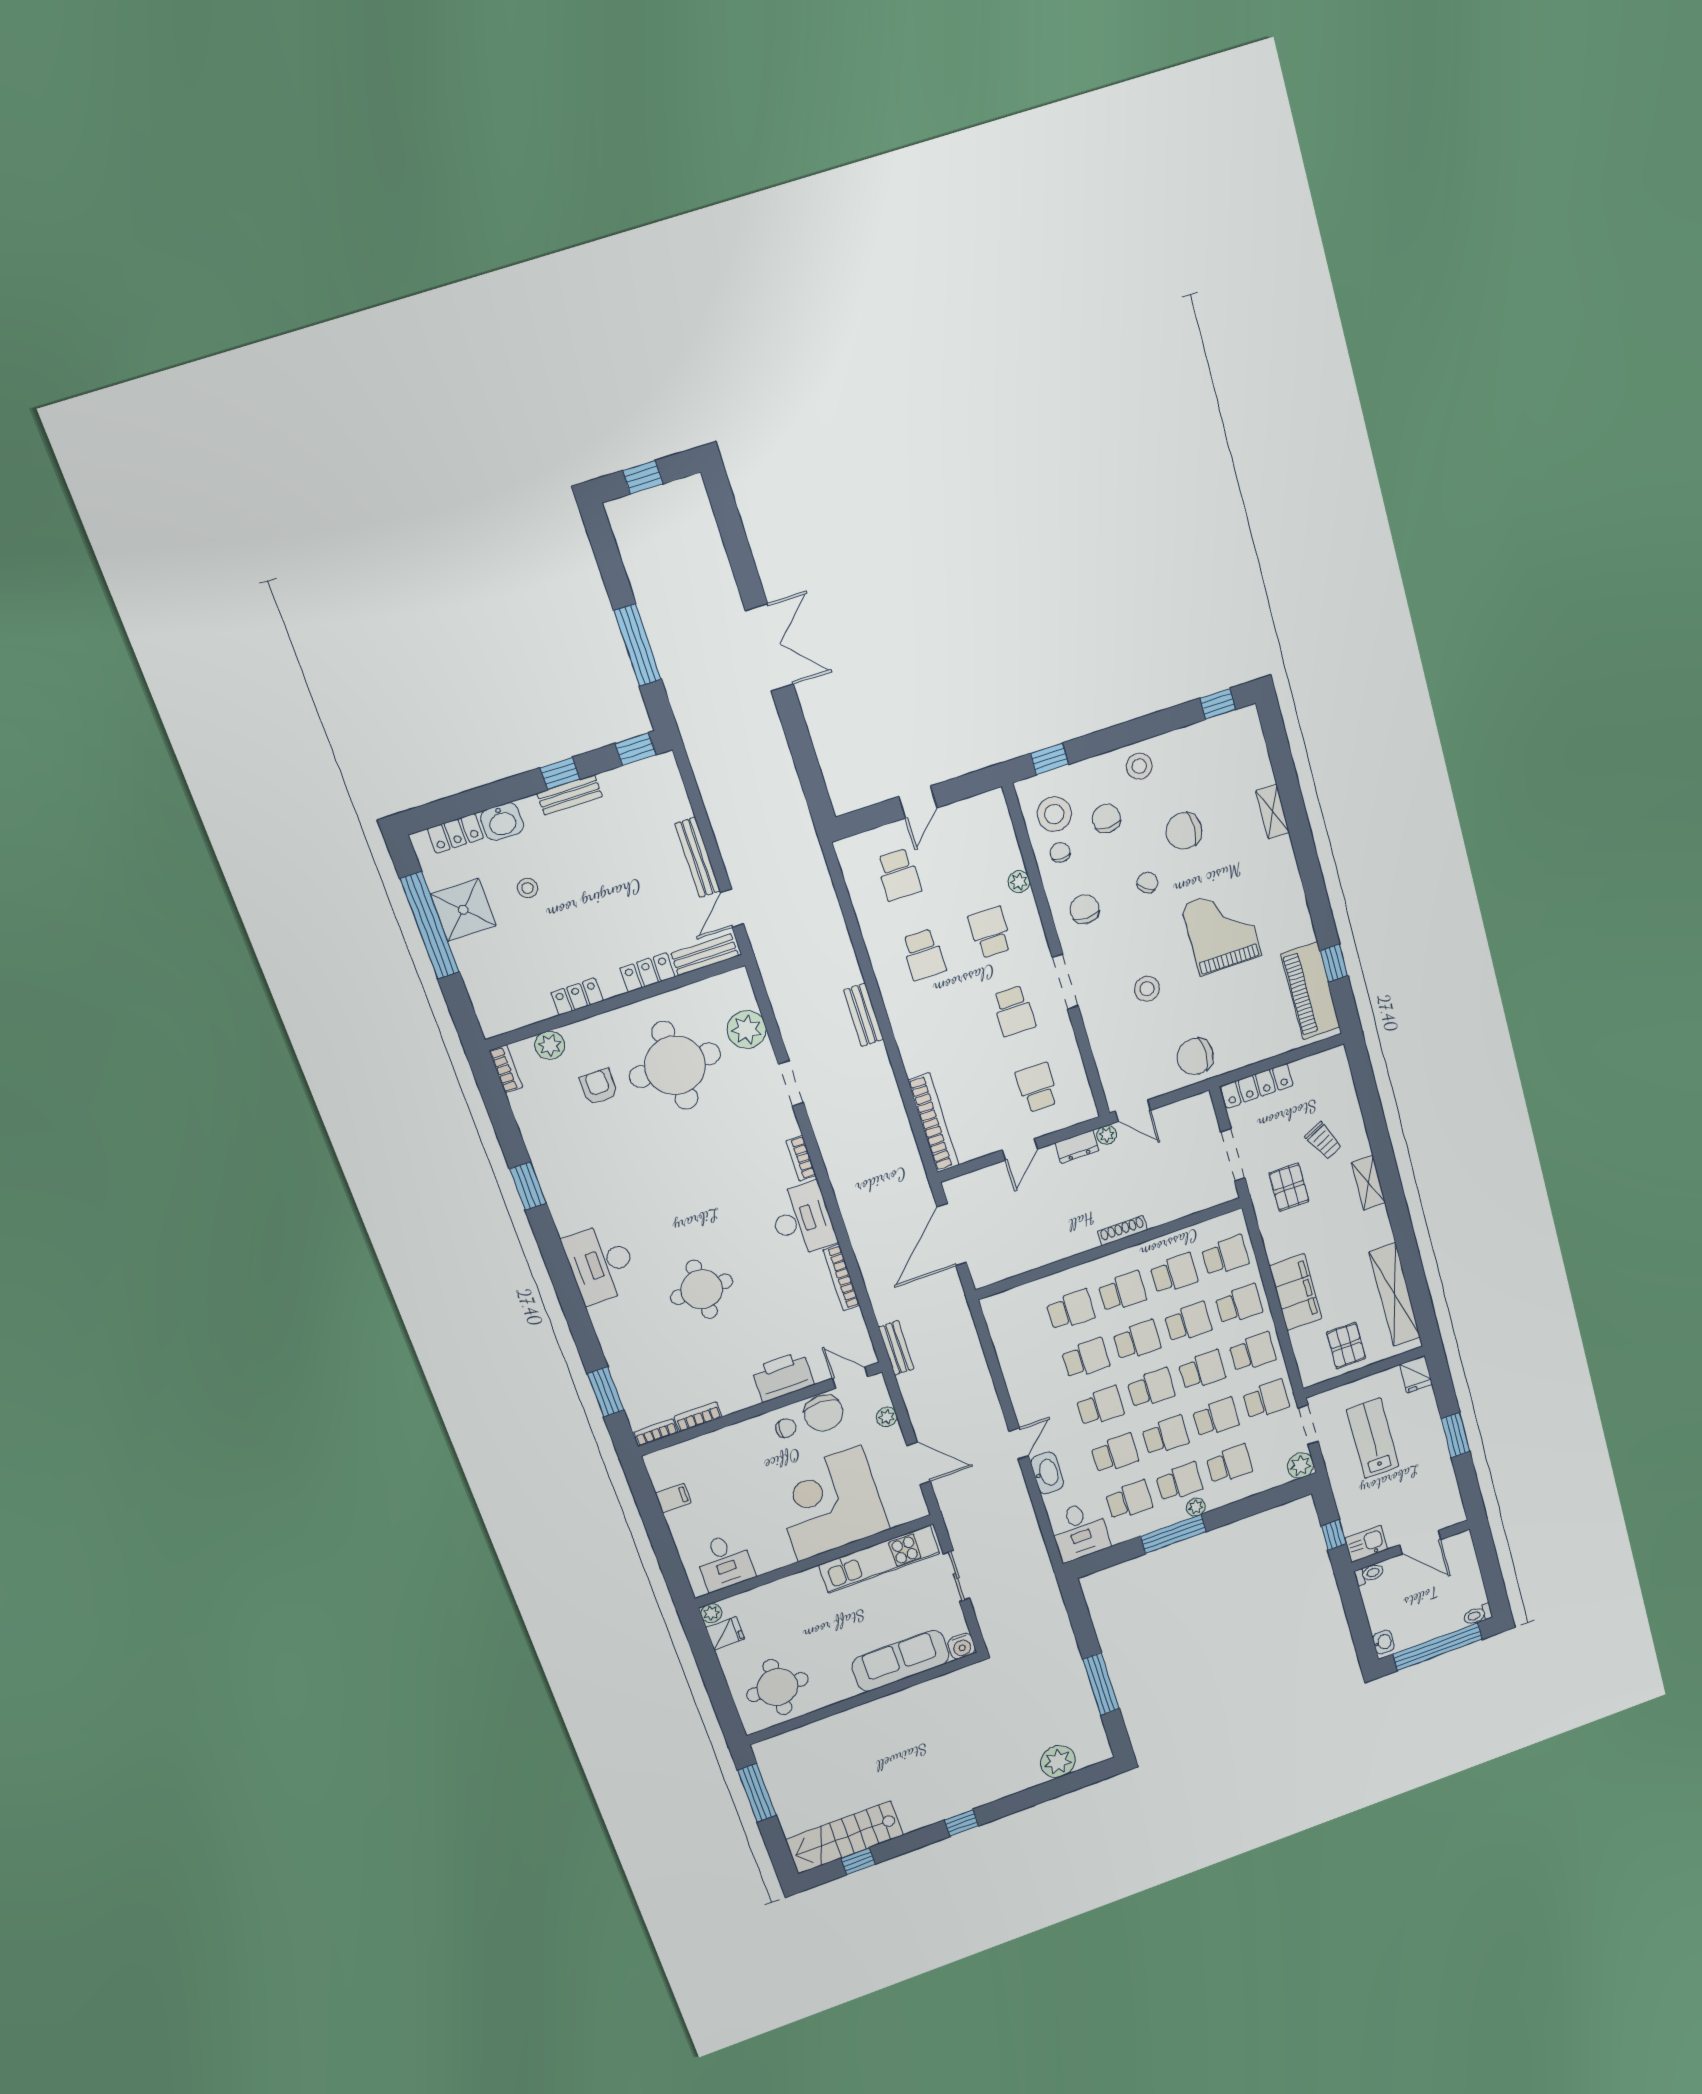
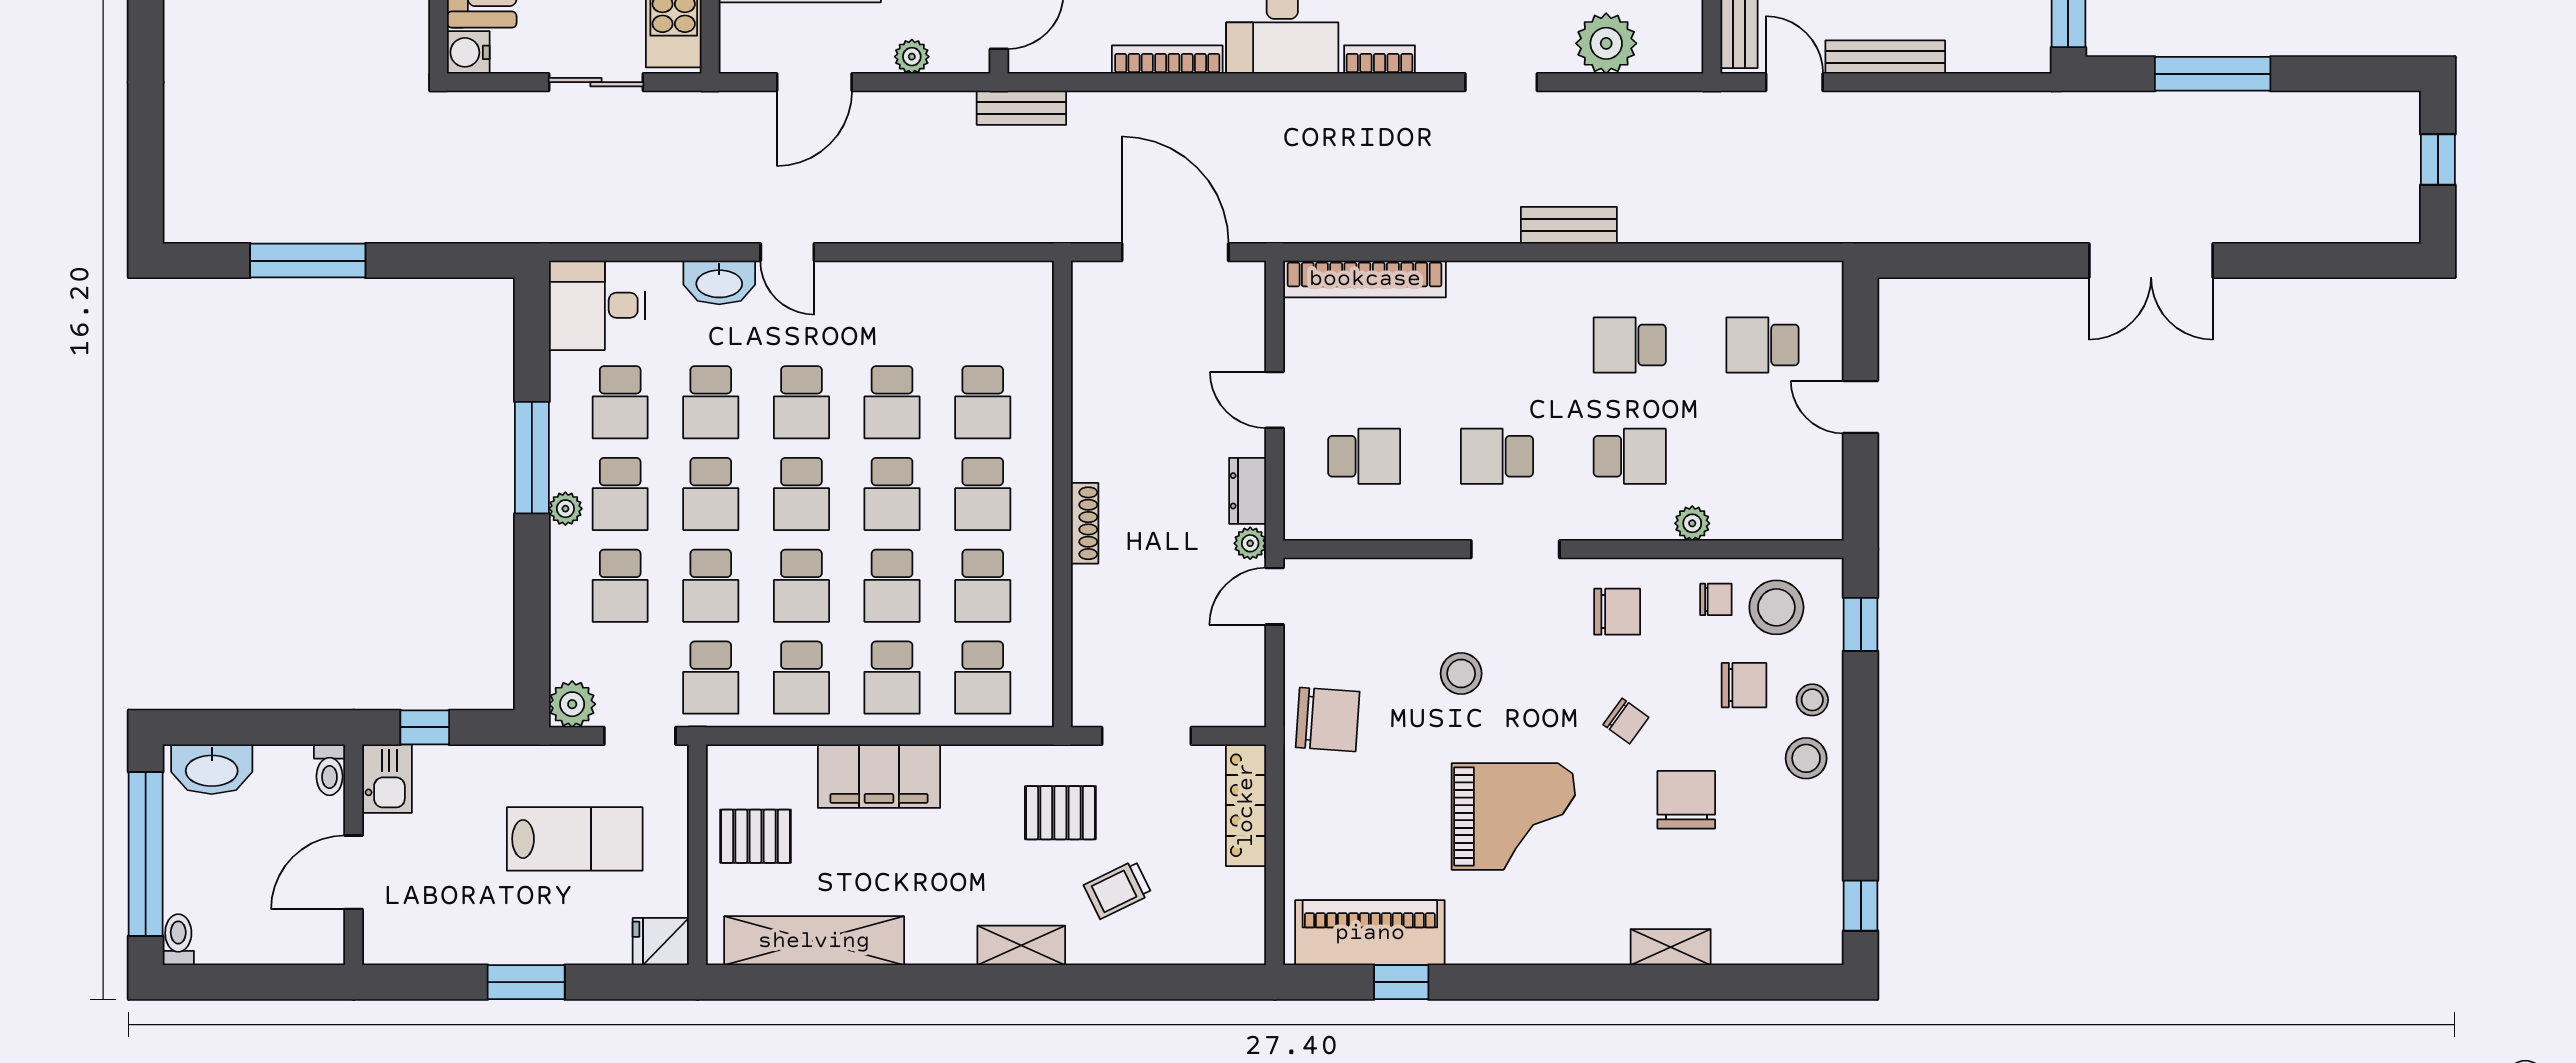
stool: (1103, 774) -> (1812, 700), added
chair: (1195, 1056) -> (1328, 719), turned 94
washbasin: (1383, 1642) -> (212, 769), width x1.91, depth x1.45
plant: (1058, 1762) -> (193, 147), removed

